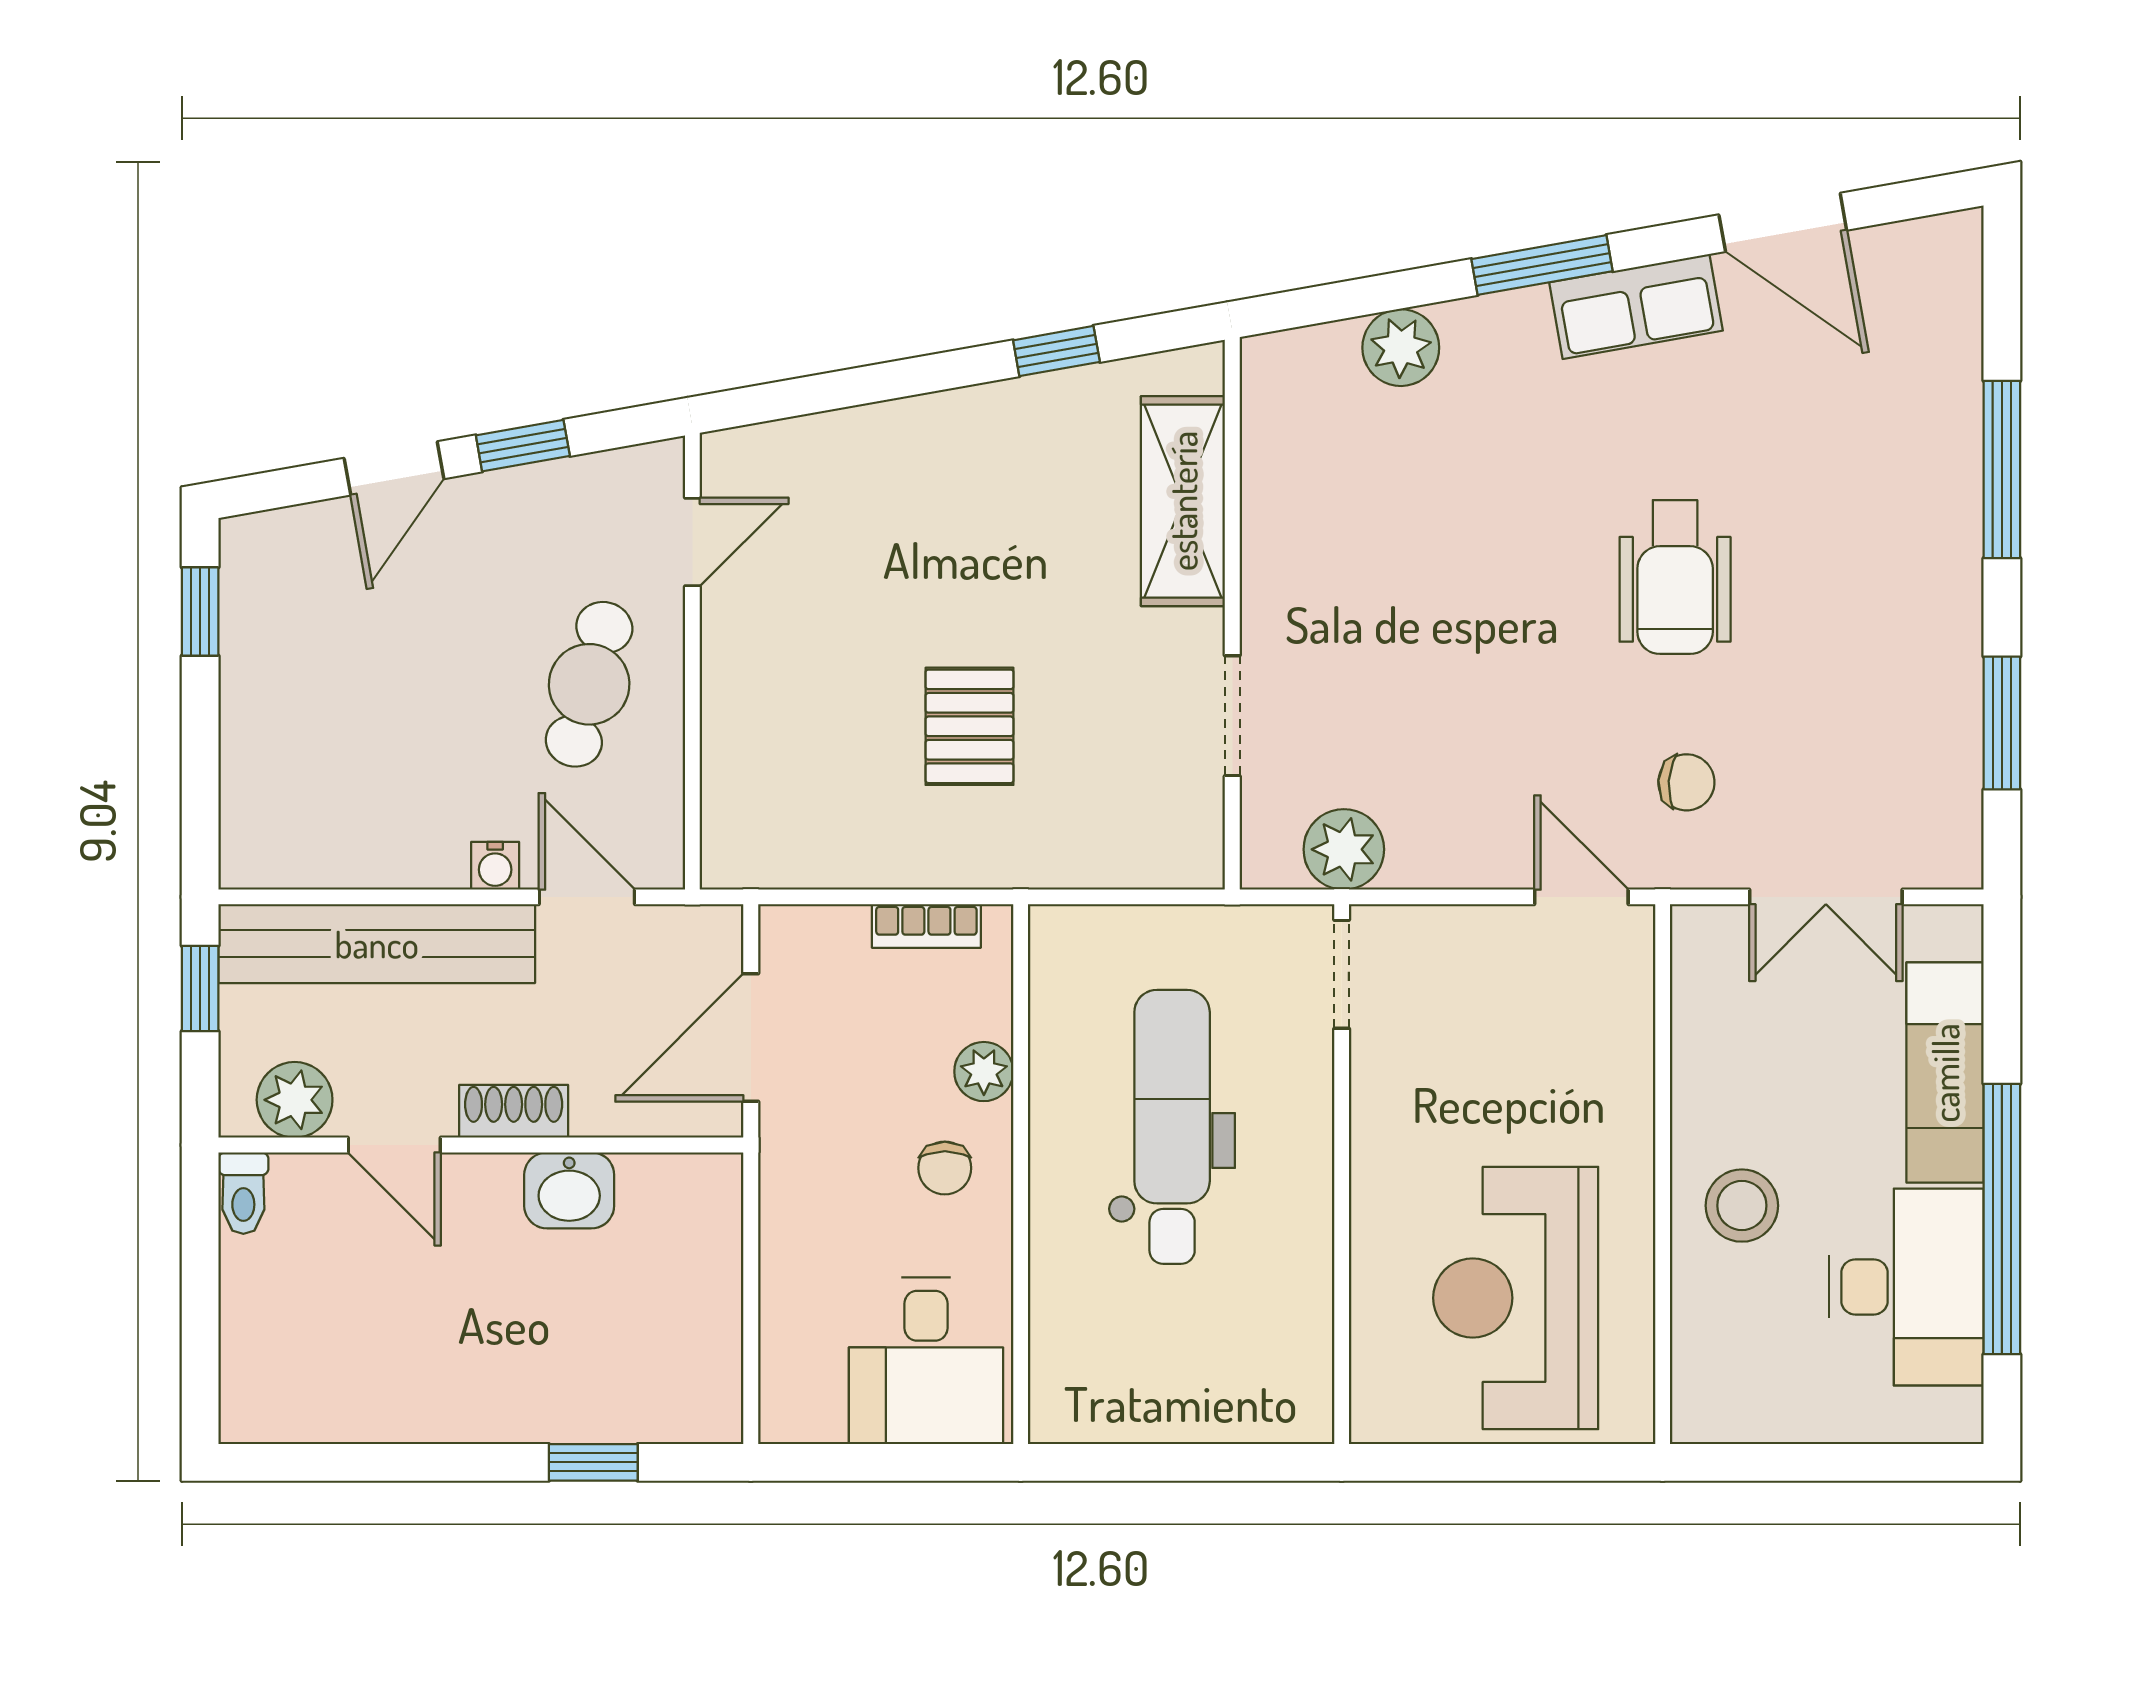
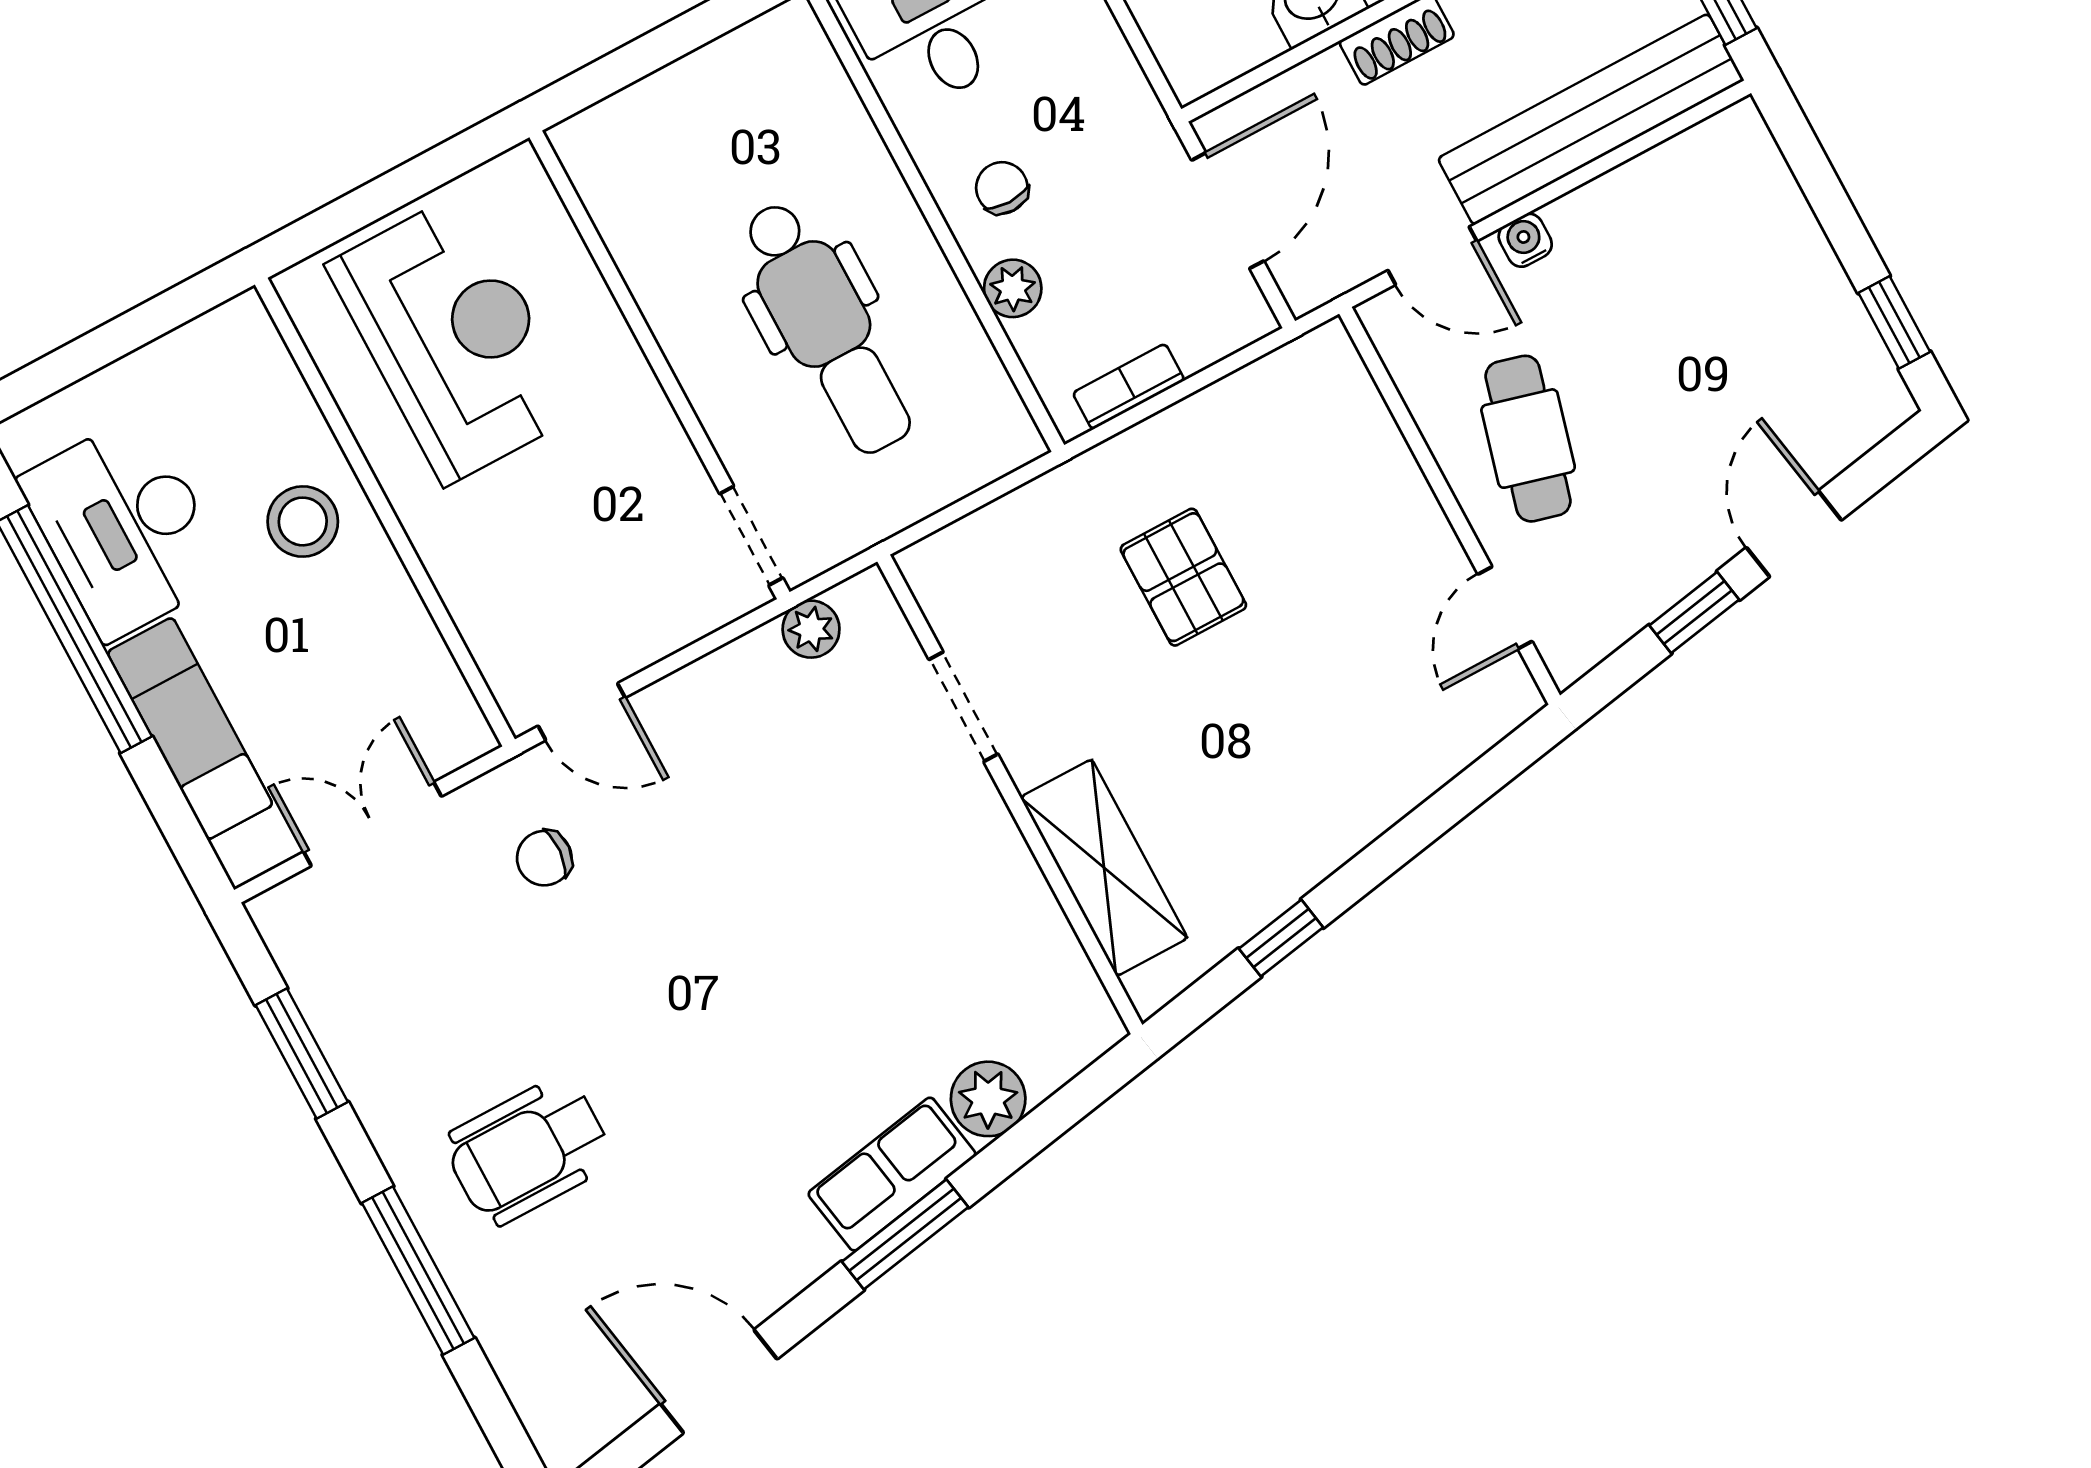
row of seats: (1636, 306) -> (892, 1174), moved
wheelchair: (1675, 577) -> (528, 1151), moved, turned -90
plant: (1344, 849) -> (811, 629), width x0.73, depth x0.73

